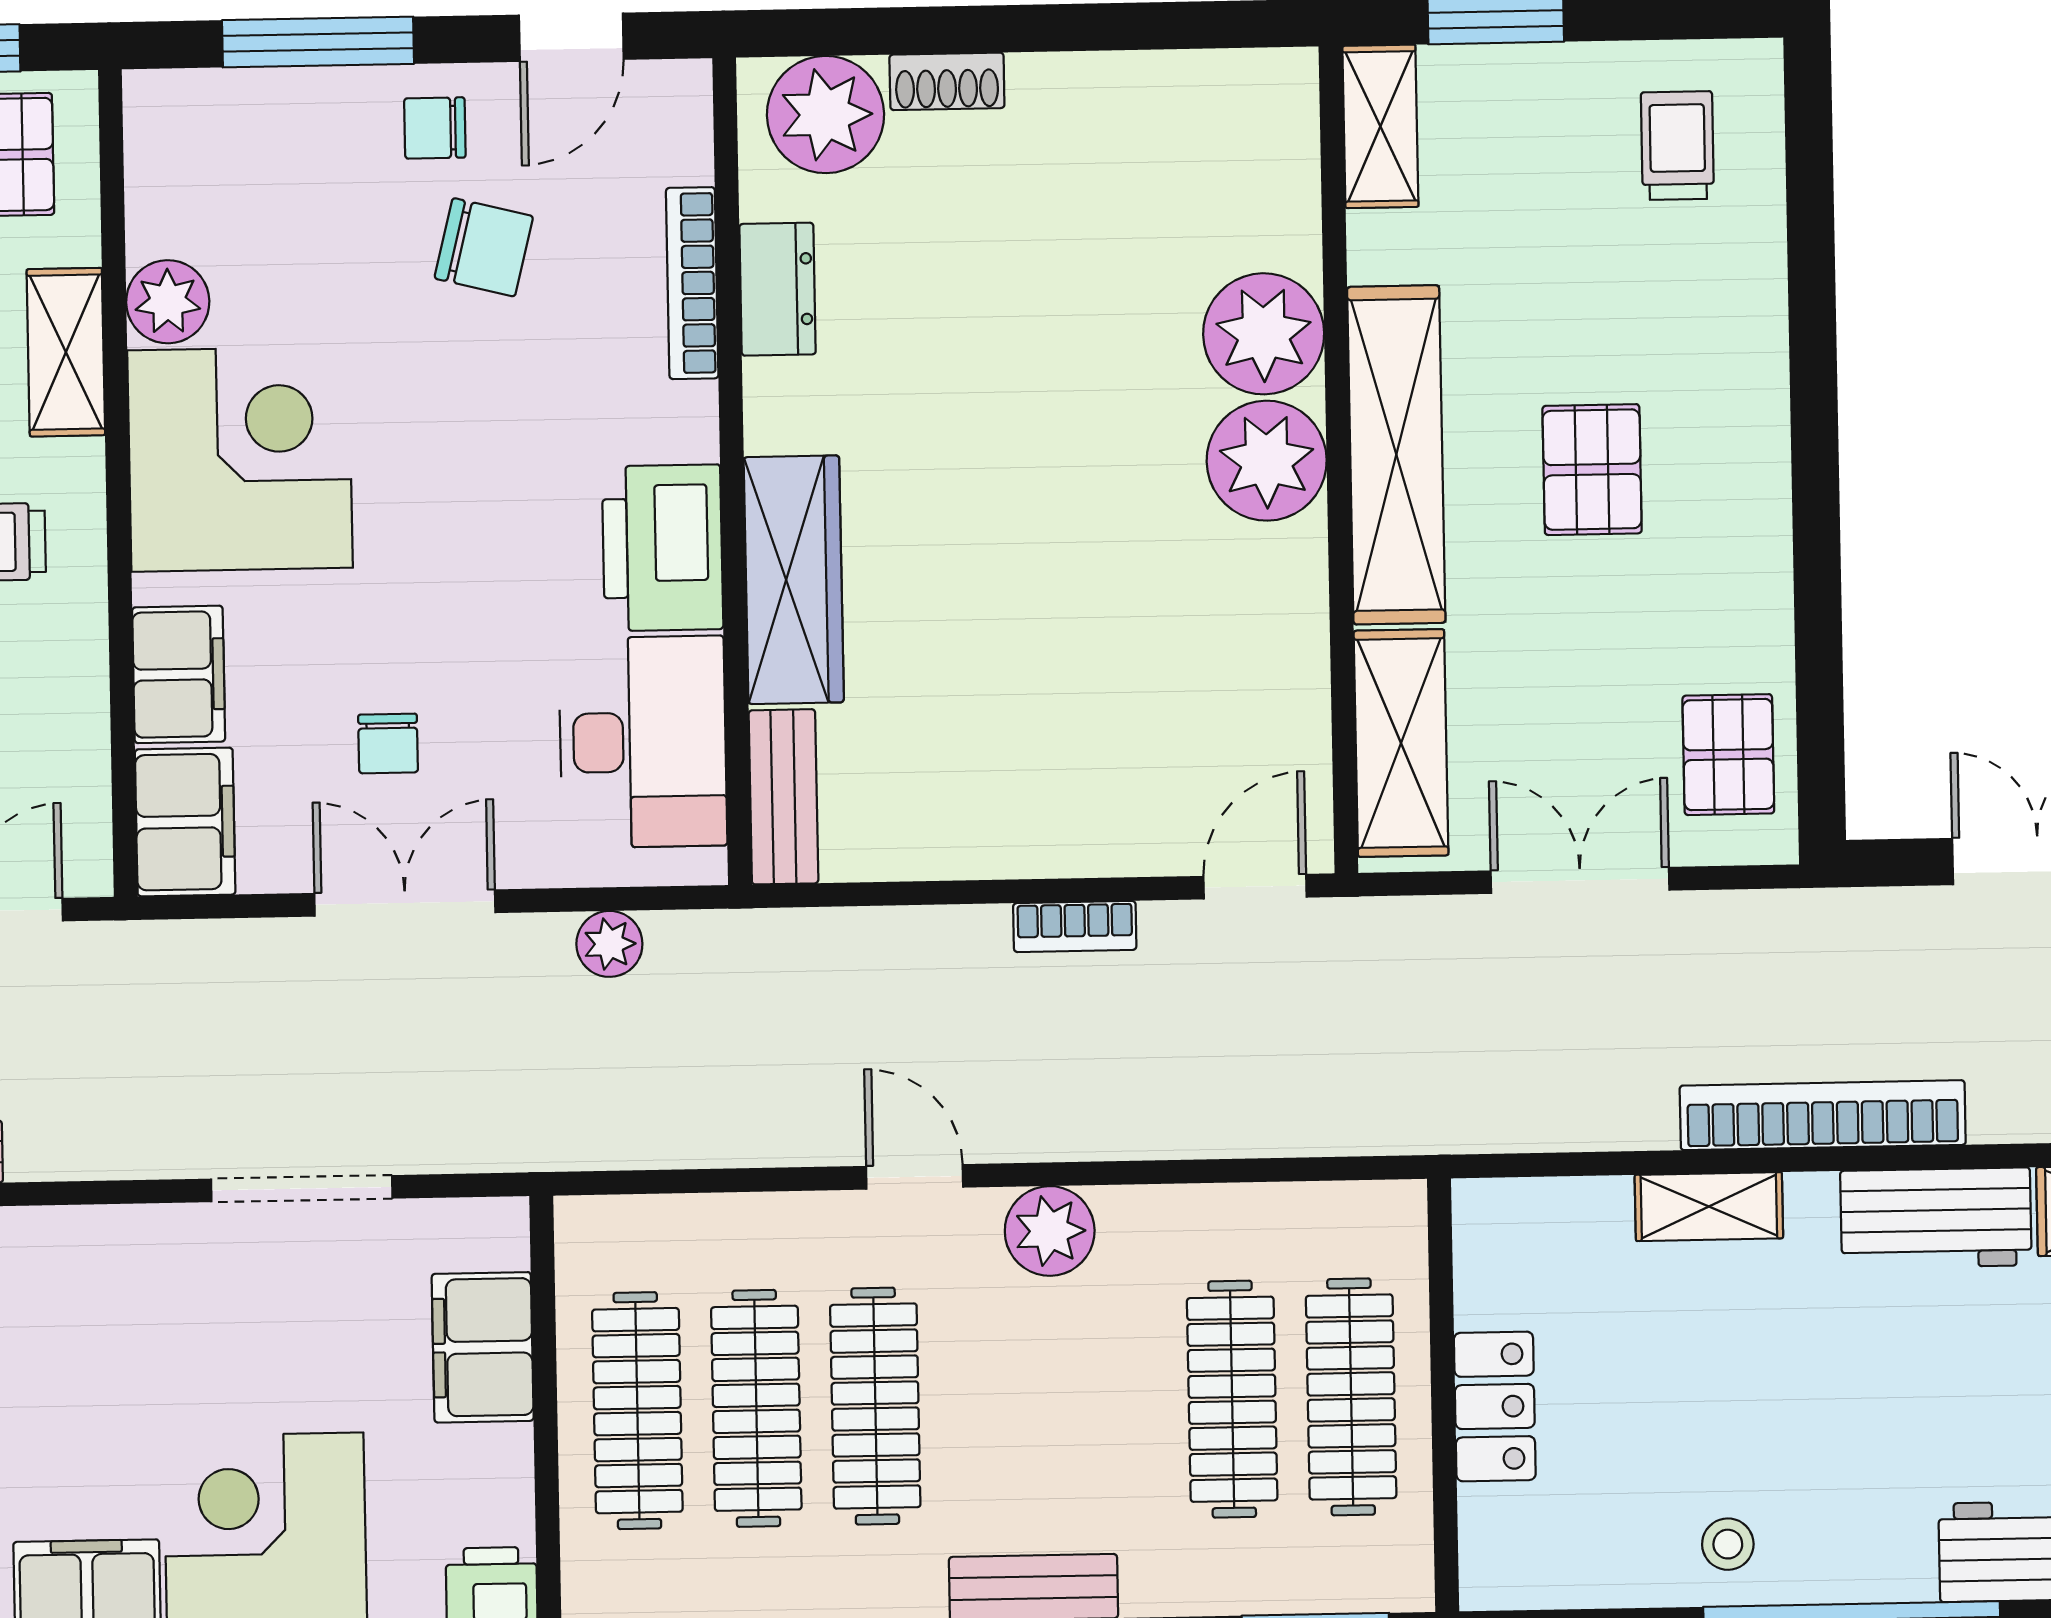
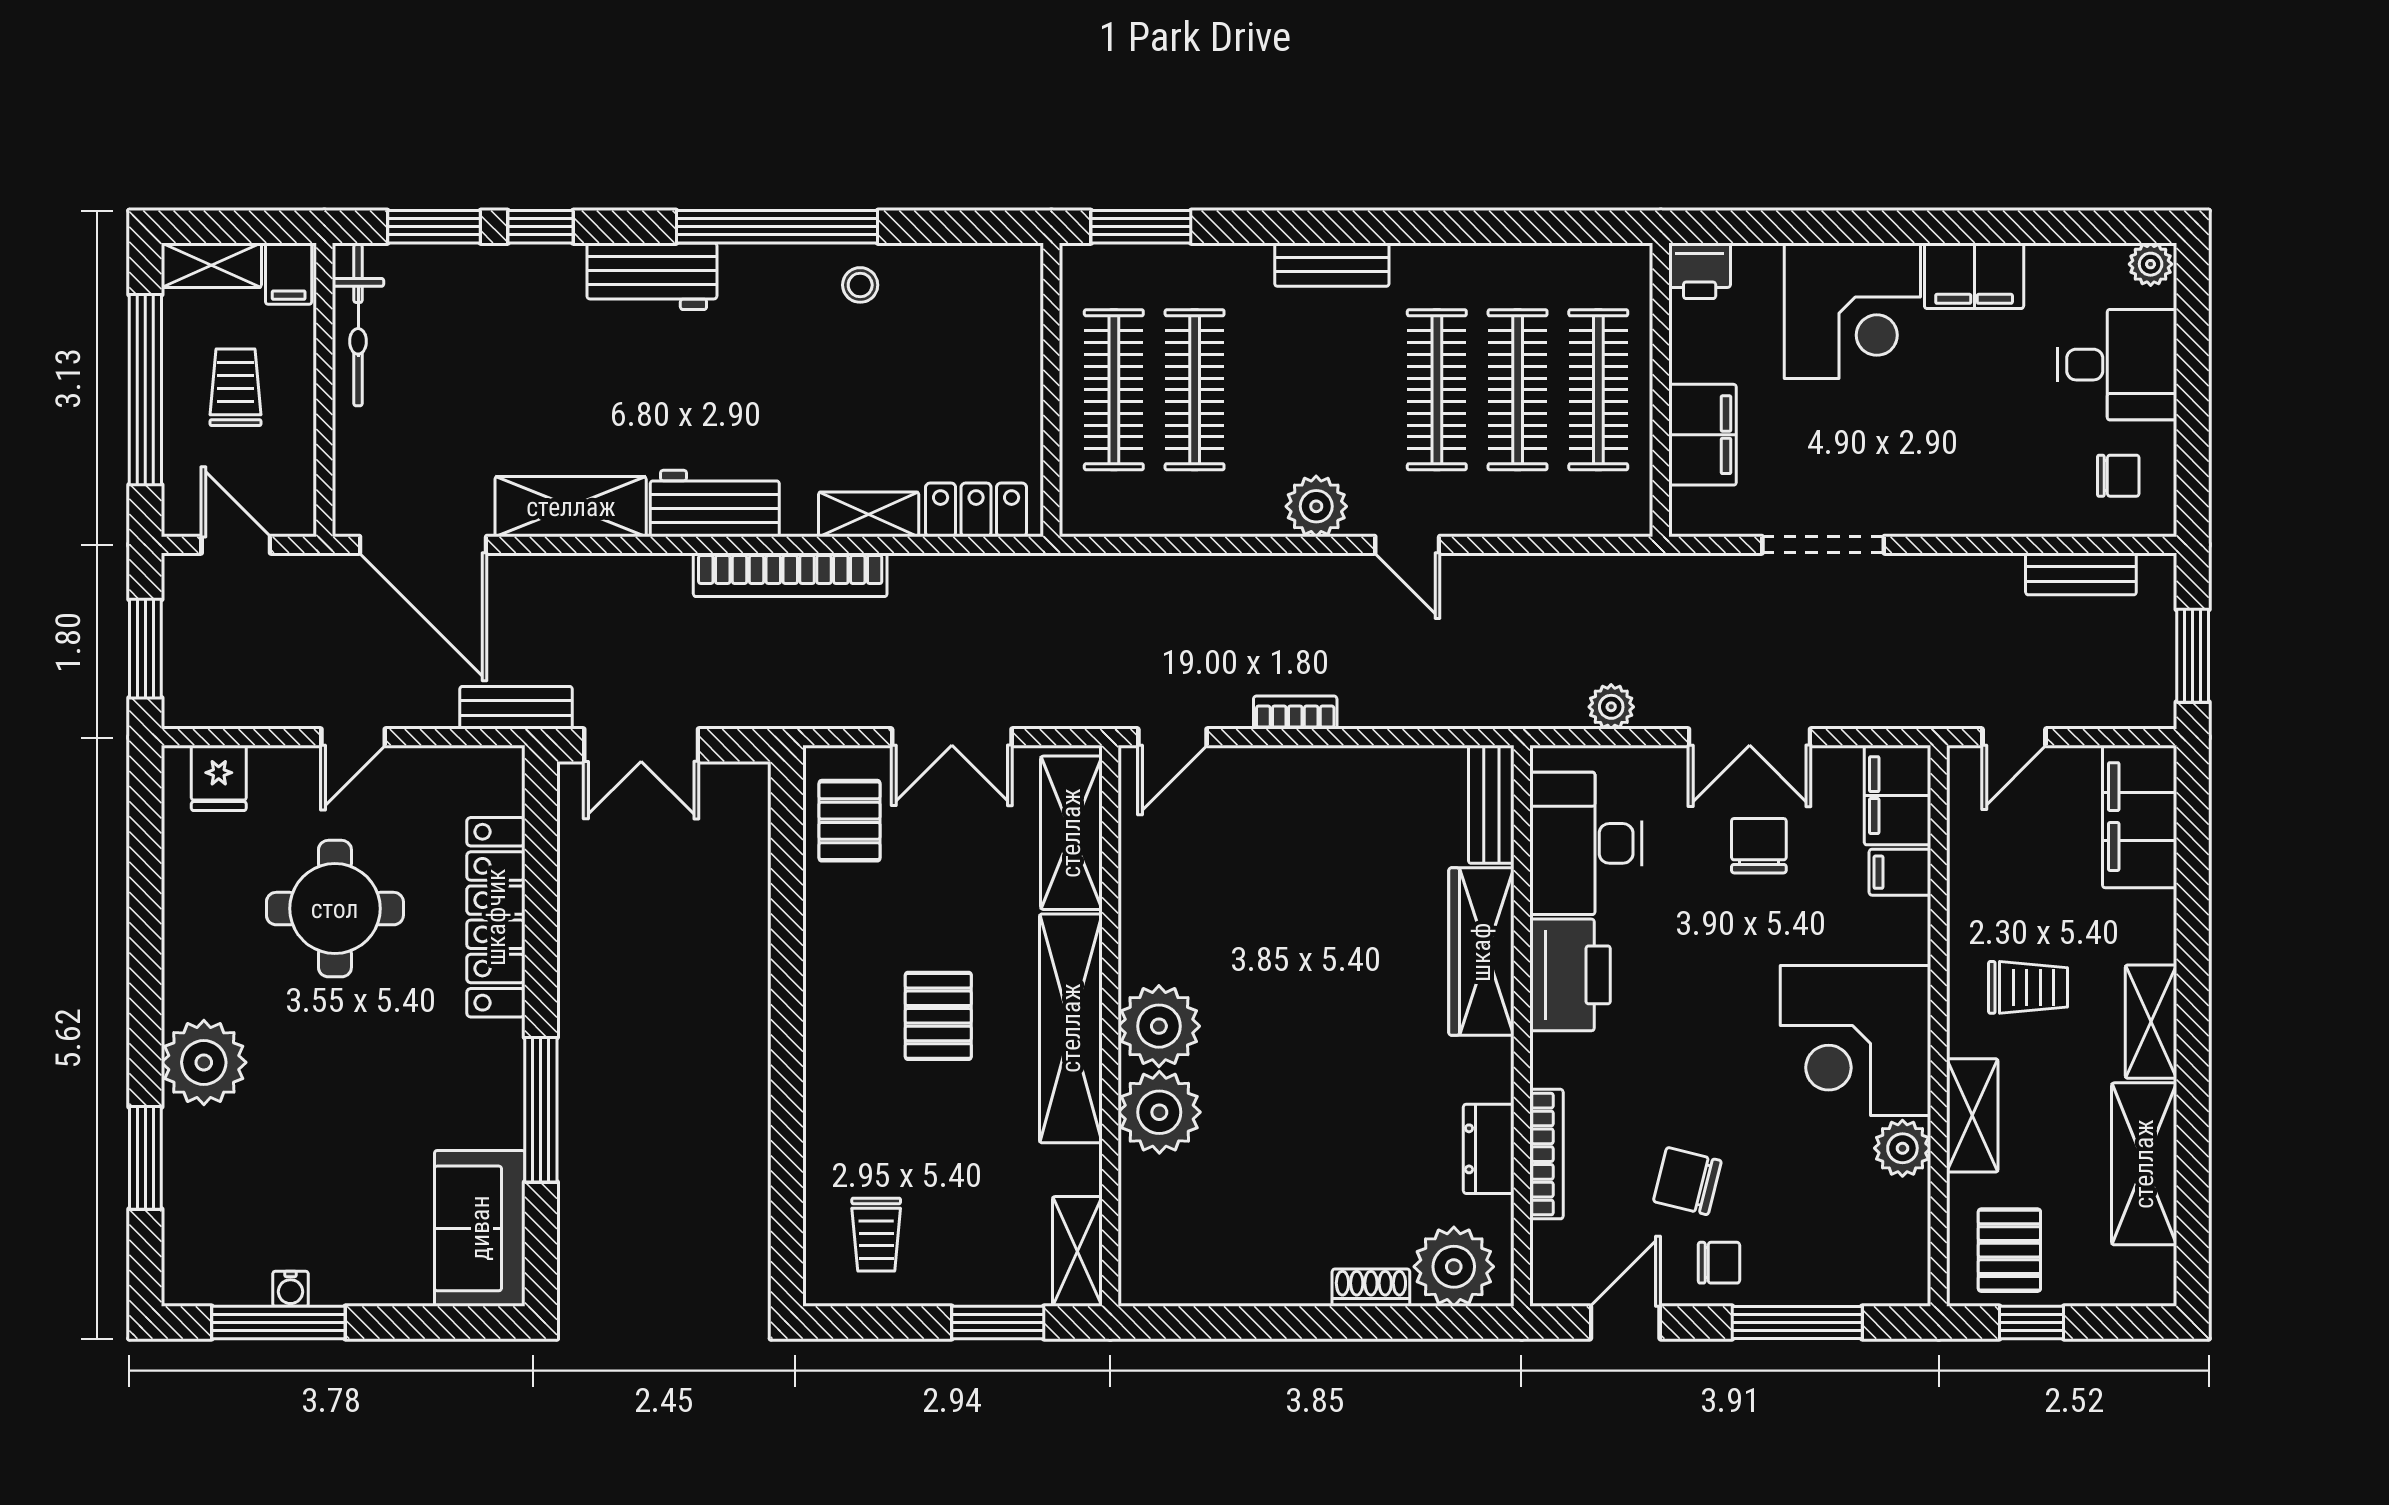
filing cabinet: (179, 674) -> (1900, 872), width x0.50
chair: (388, 743) -> (1759, 846), width x1.37, depth x1.37
locker: (1495, 1406) -> (976, 510), moved, turned 90

